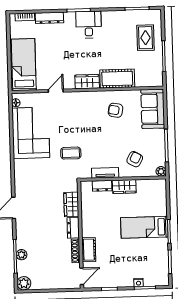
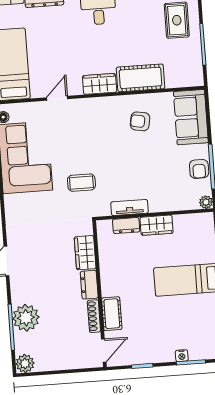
armchair: (135, 159) -> (199, 169), moved, turned 152
plant: (22, 255) -> (26, 318), width x1.87, depth x1.87

